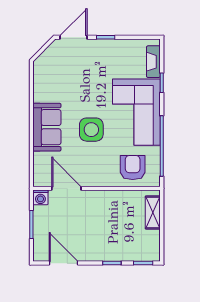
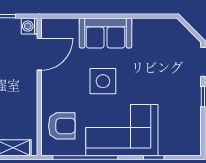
fireplace: (153, 62) -> (177, 148), removed

